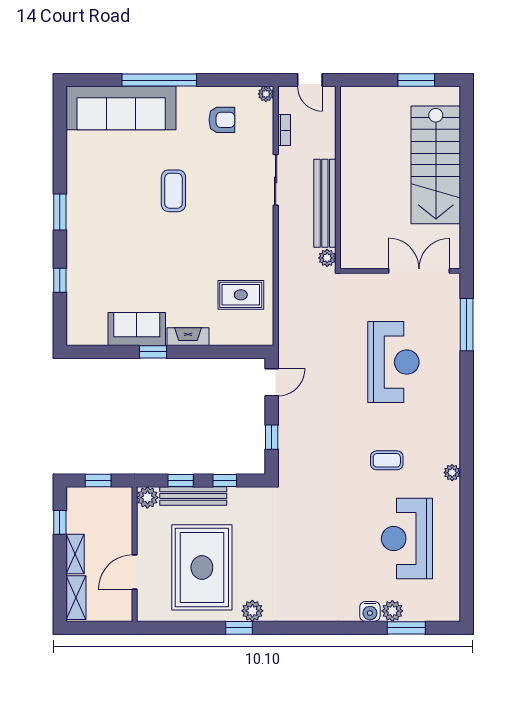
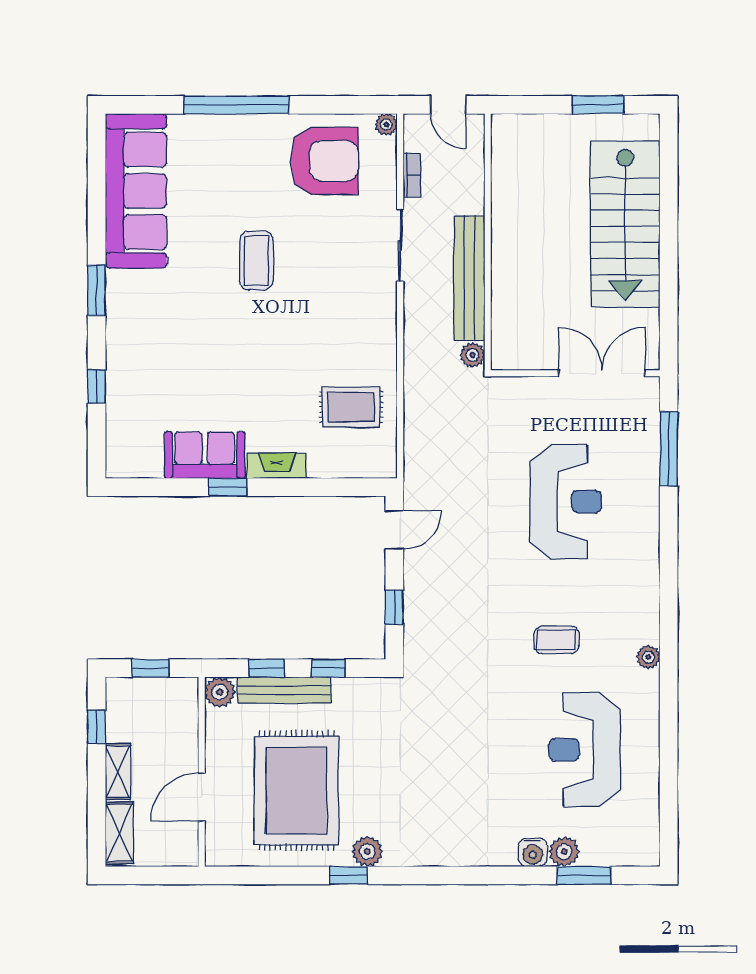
sofa: (121, 108) -> (136, 191), moved, turned -90
armchair: (222, 120) -> (324, 161), width x1.88, depth x1.88

